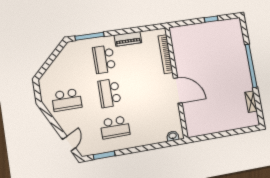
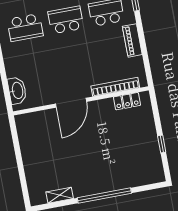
locker: (177, 45) -> (127, 101), added
school desk: (115, 127) -> (25, 28), turned -90
washbasin: (173, 136) -> (17, 91), width x1.91, depth x1.45

